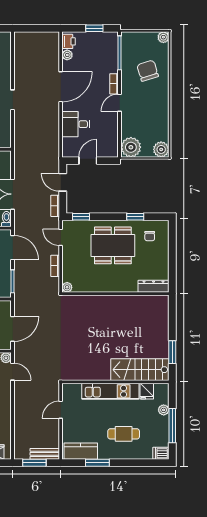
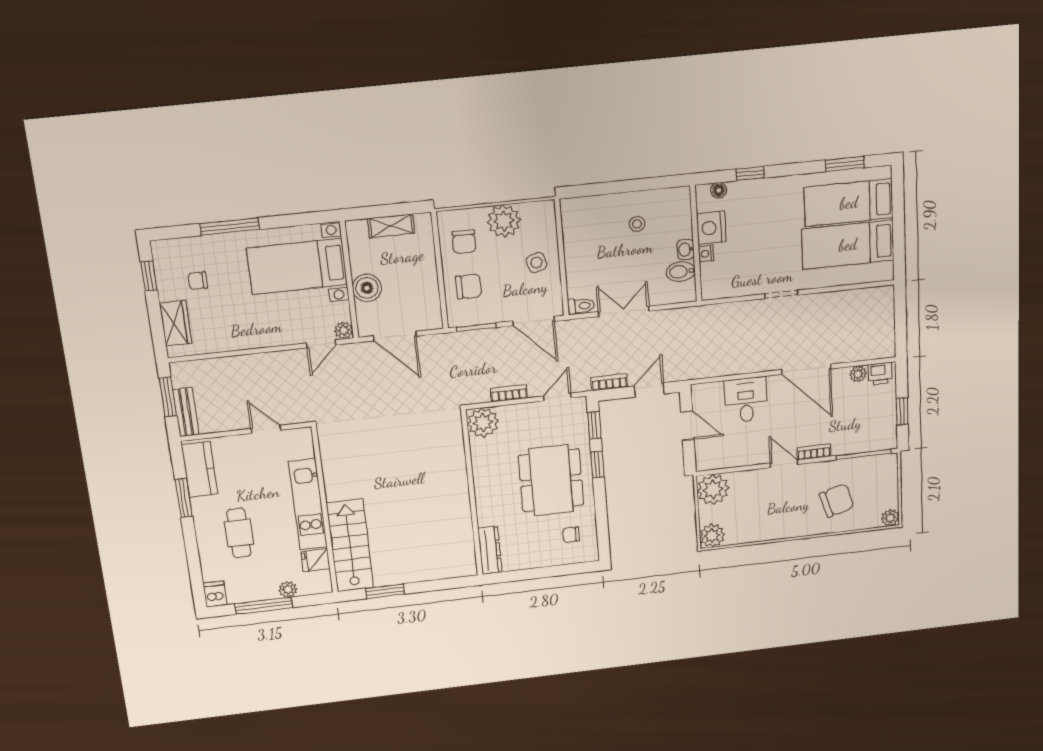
window: (135, 217) -> (597, 464), moved
door: (13, 248) -> (534, 321), hinge flipped
plant: (67, 287) -> (483, 423), width x1.88, depth x1.88

